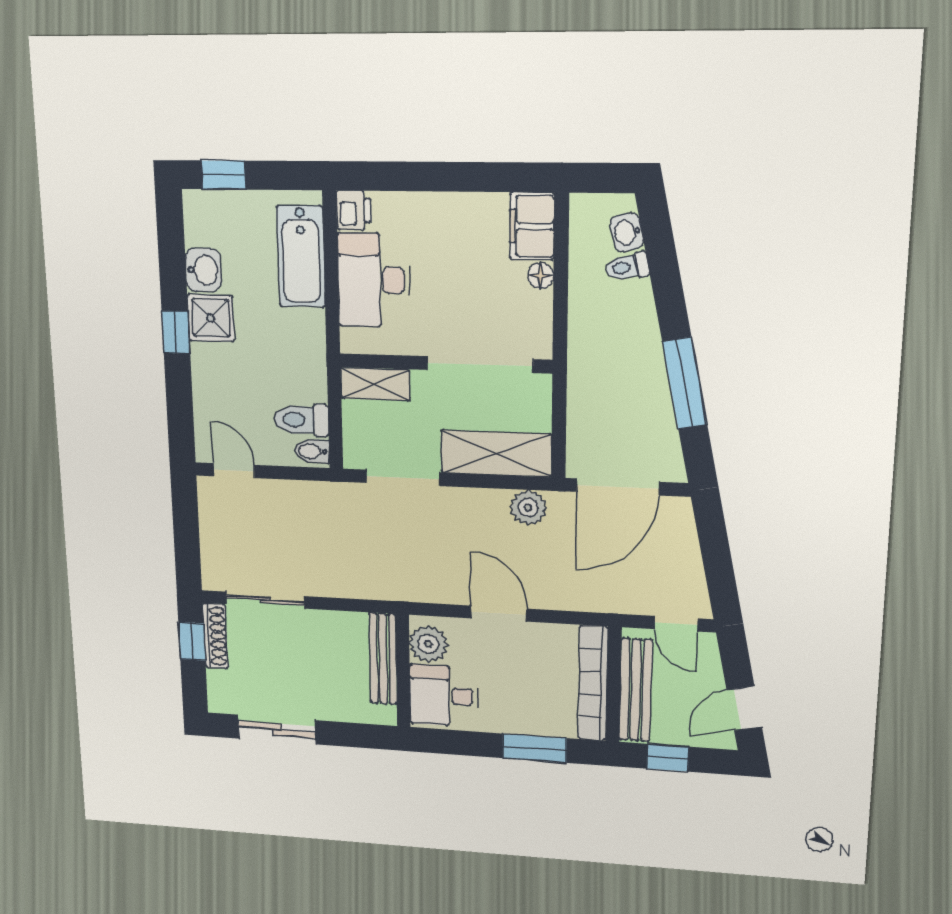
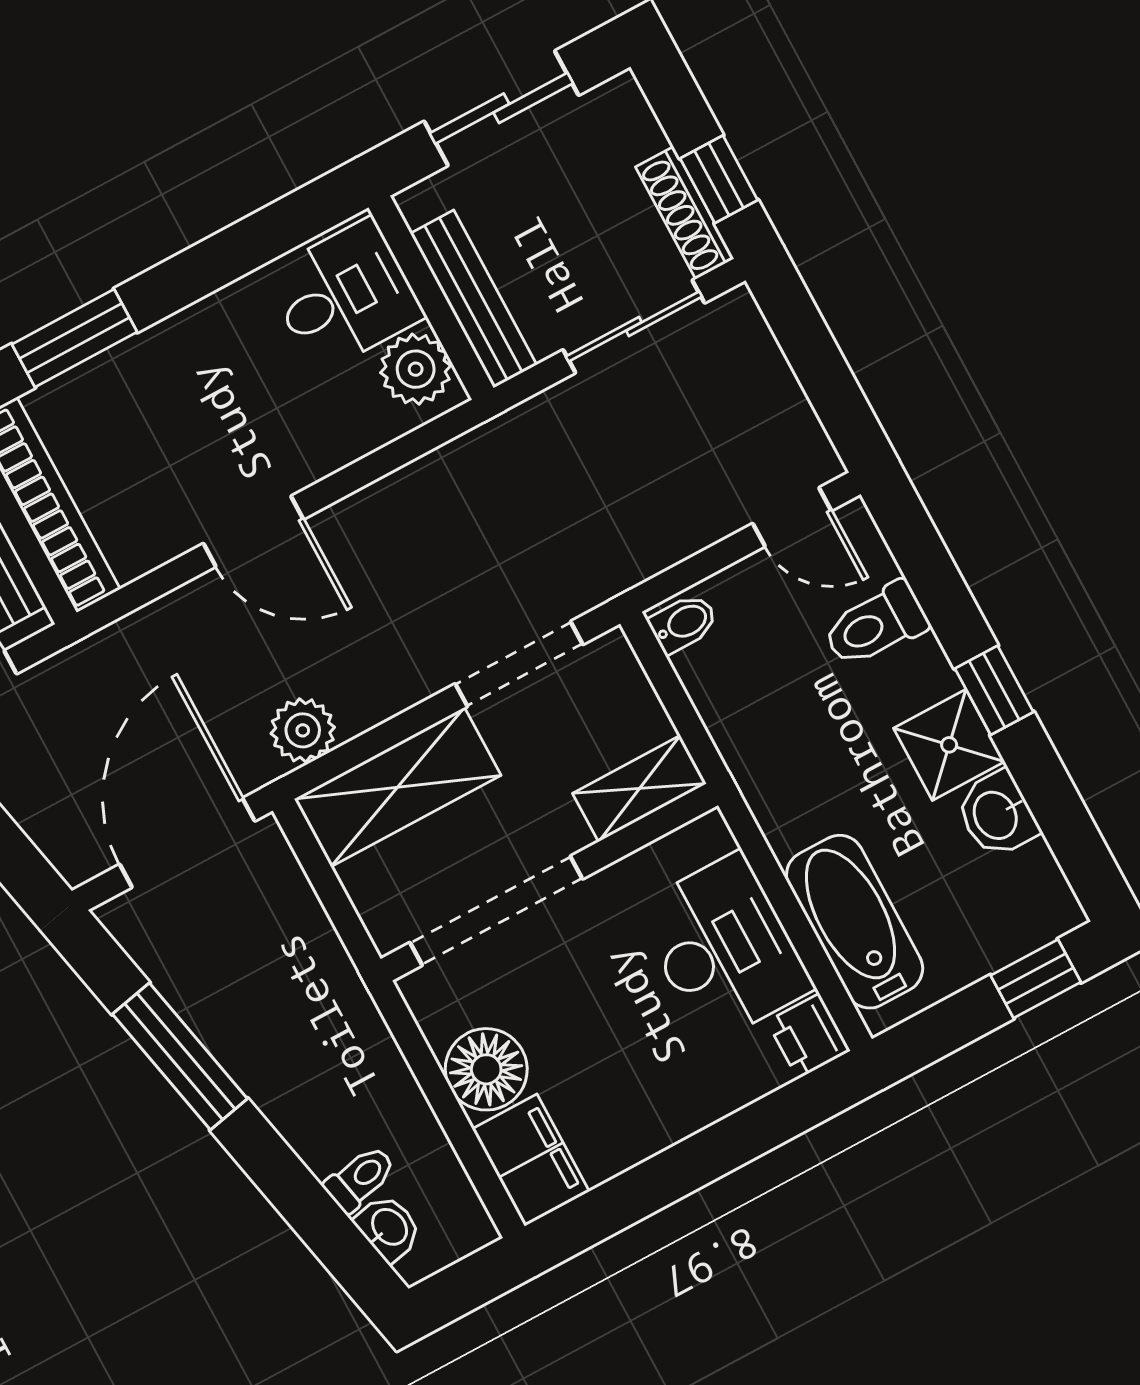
floor lamp: (541, 276) -> (486, 1069), width x1.89, depth x1.89
toilet: (301, 420) -> (876, 625), moved, turned 180
plant: (428, 644) -> (416, 369), moved
bench: (383, 659) -> (474, 299), moved
wall: (403, 671) -> (431, 298), moved
desk: (444, 696) -> (345, 295), moved

